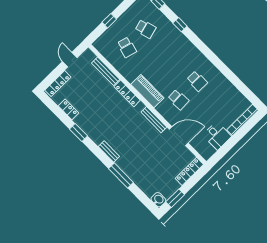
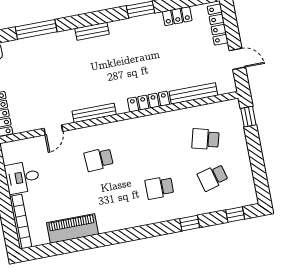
window: (109, 21) -> (248, 117), moved
school desk: (197, 81) -> (159, 188), moved
piano: (147, 91) -> (72, 228), moved, turned 180
door: (179, 136) -> (53, 130), width x0.53
window: (121, 176) -> (36, 29), moved

